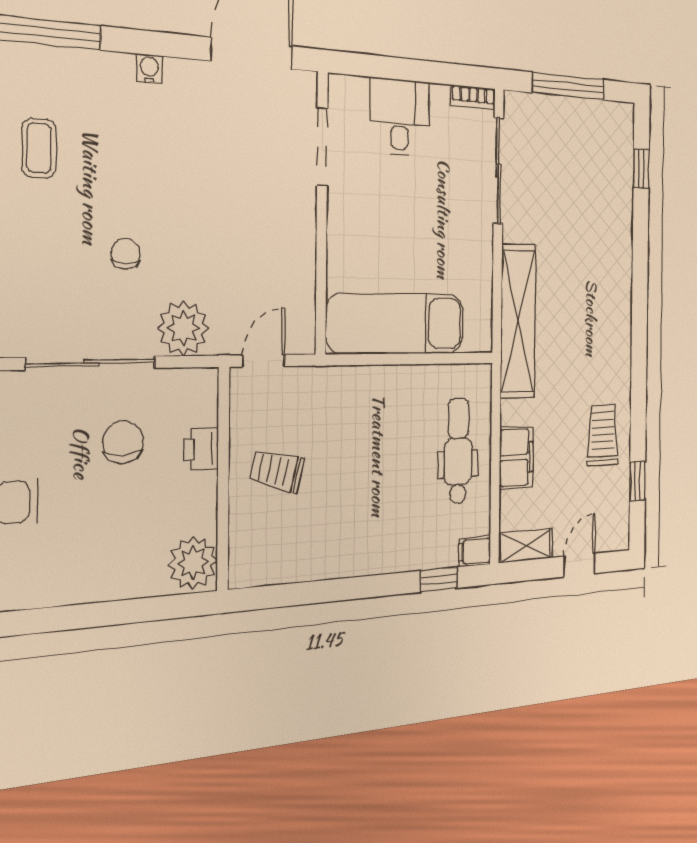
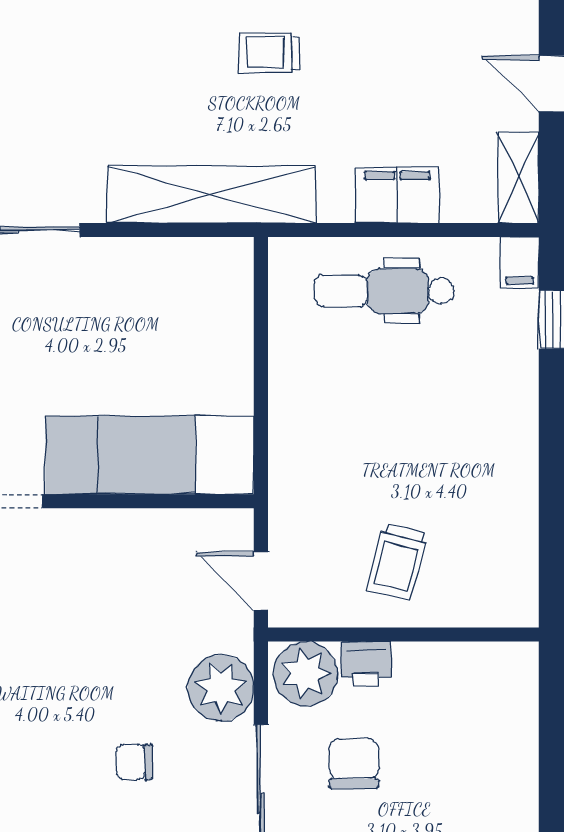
exam couch: (396, 324) -> (150, 455), moved, turned 90
trolley: (603, 435) -> (269, 53), moved, width x0.73, depth x0.72
chair: (123, 442) -> (354, 764), turned 90
plant: (193, 563) -> (306, 674), moved

